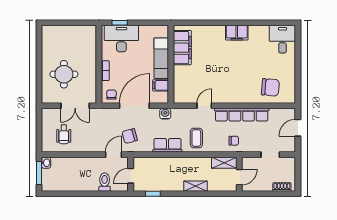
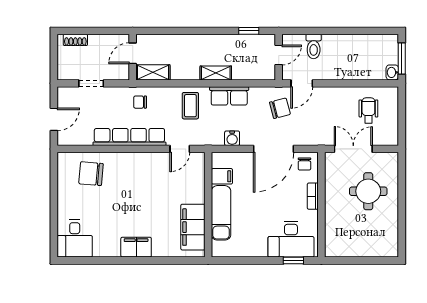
filing cabinet: (182, 48) -> (193, 227), moved
exam couch: (161, 58) -> (221, 213), moved
wall: (171, 64) -> (208, 205), moved
filing cabinet: (161, 85) -> (222, 176), moved
shelving: (195, 186) -> (216, 73), moved

